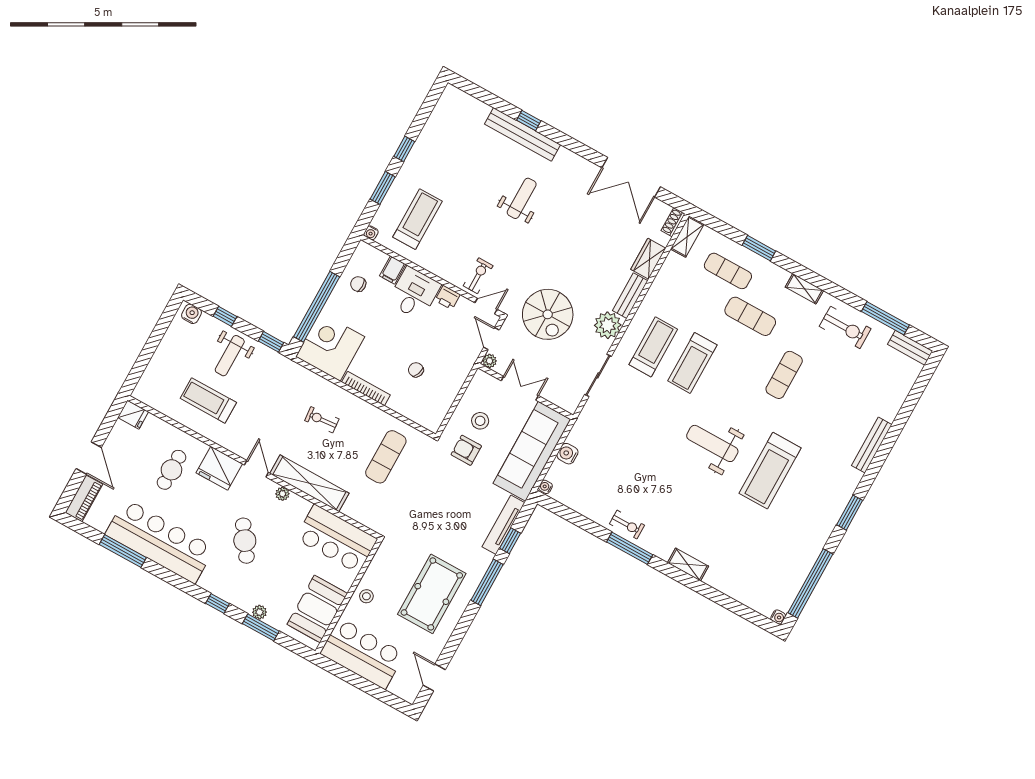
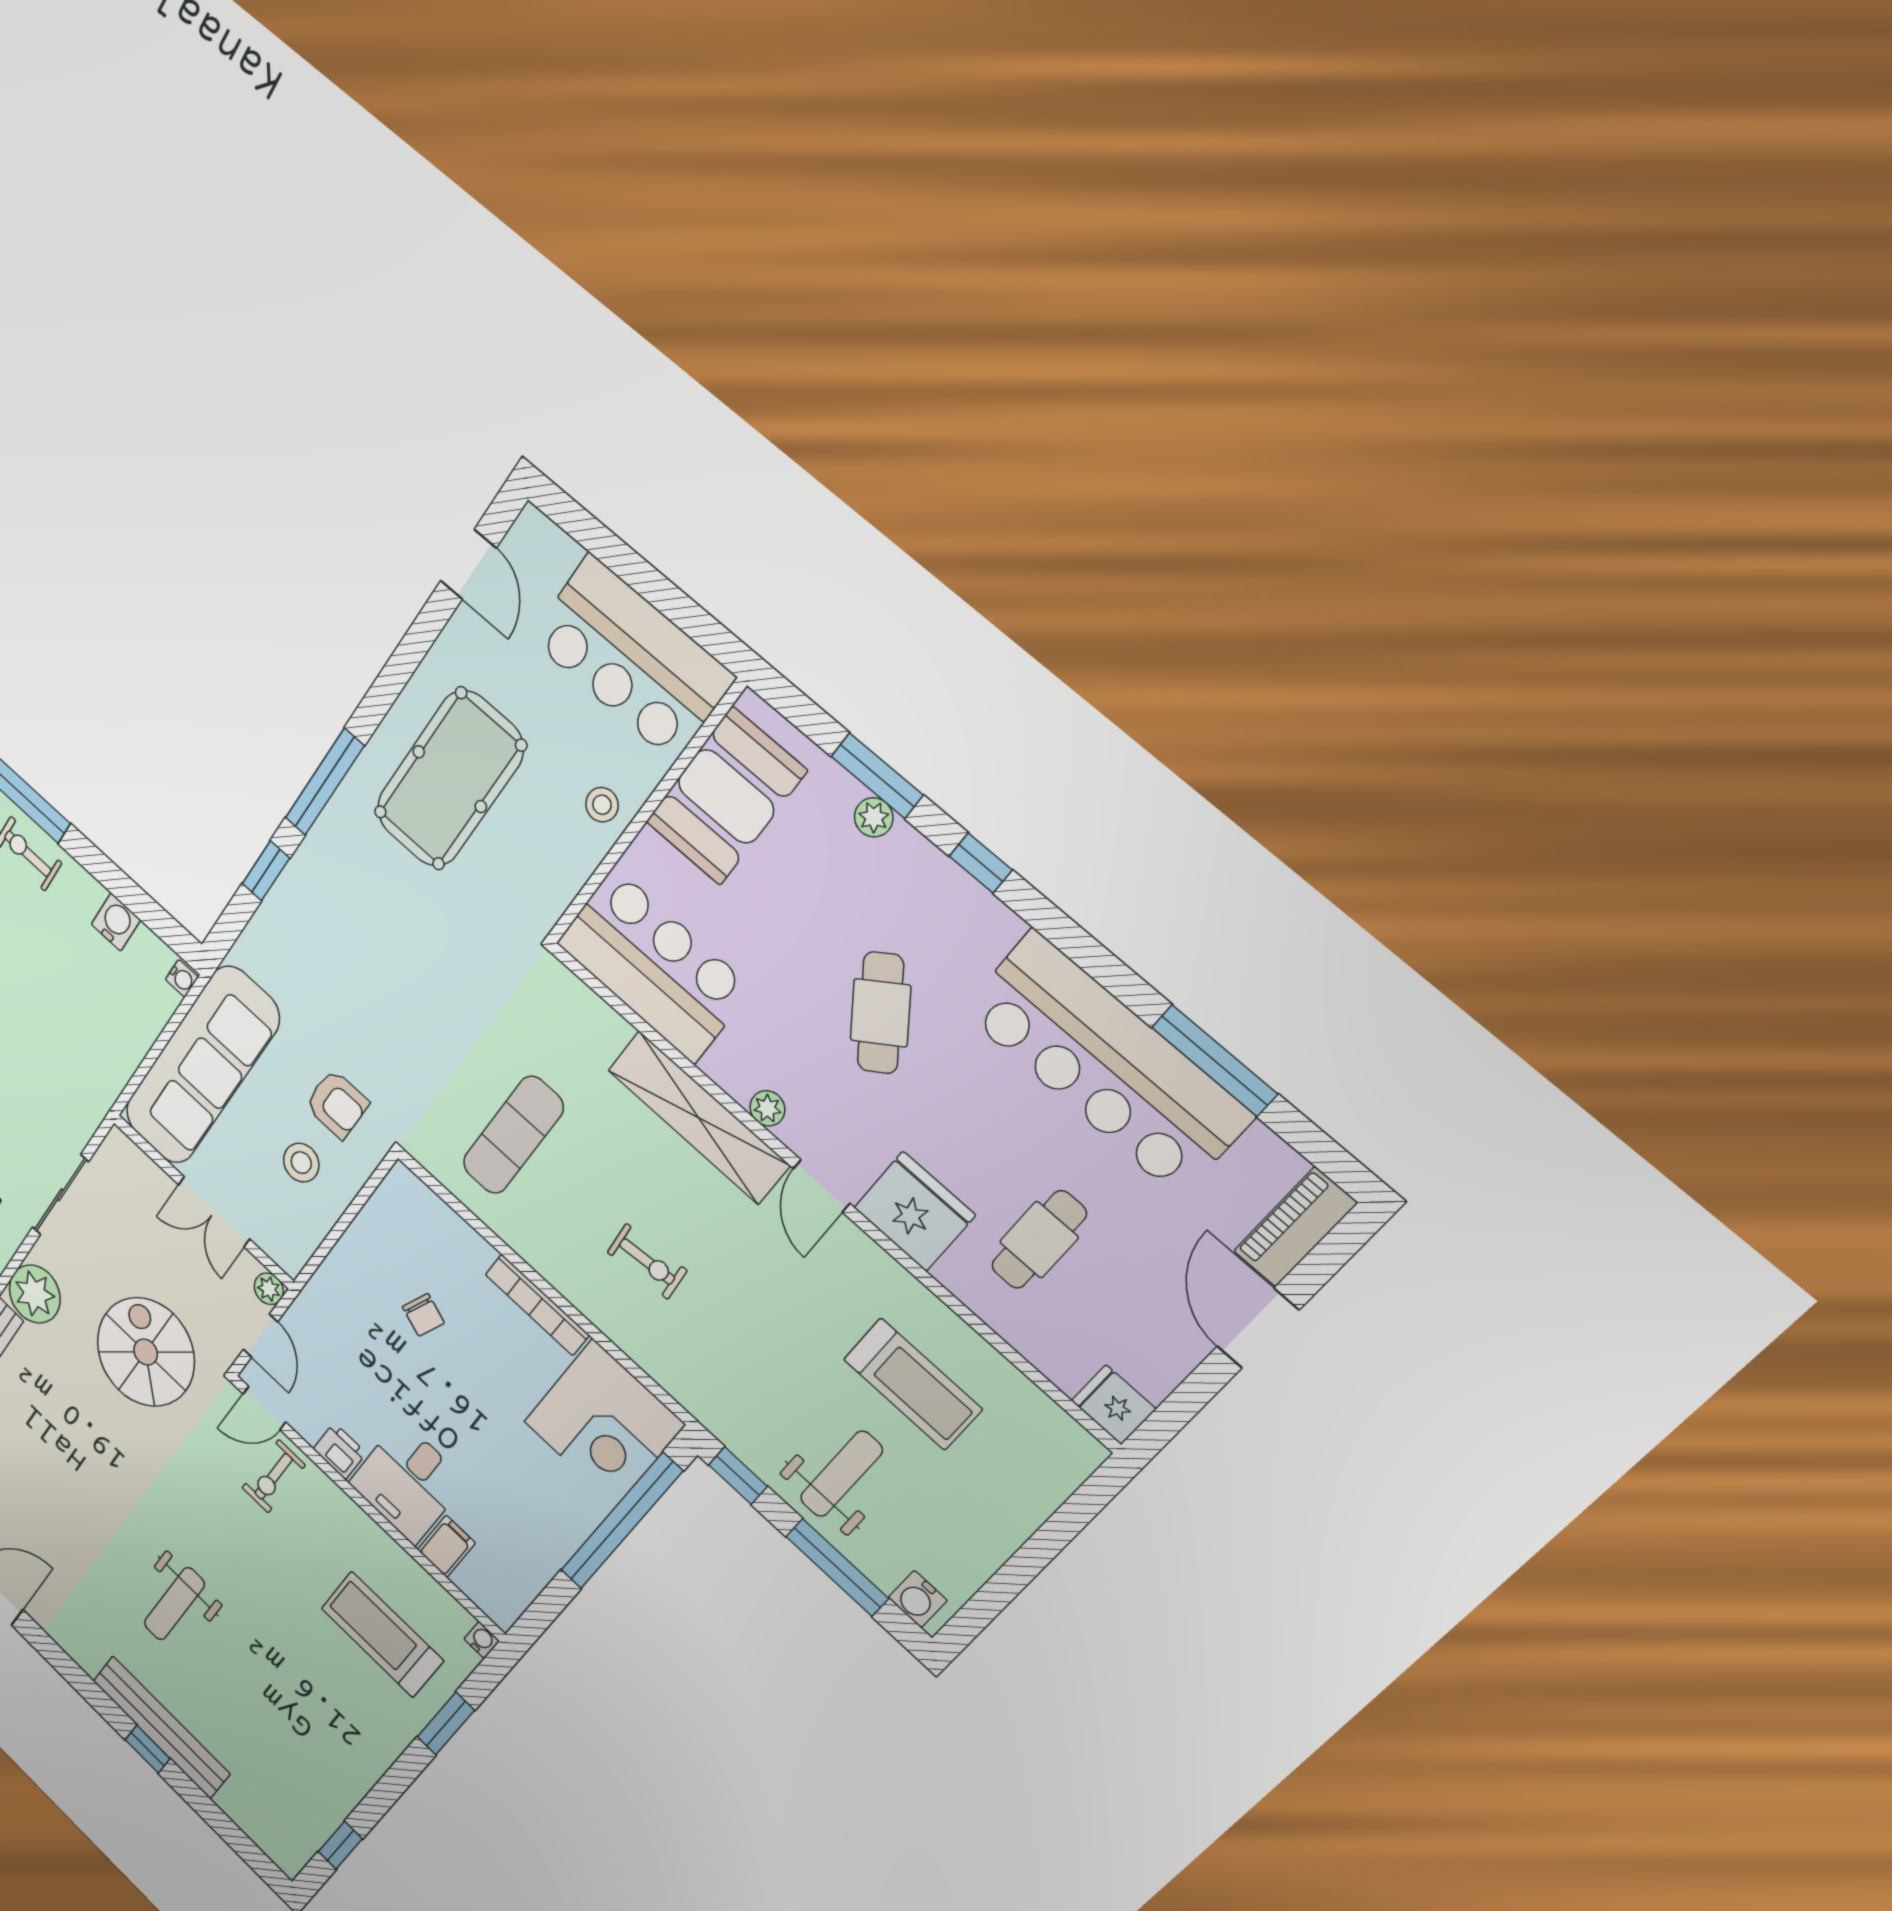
window: (404, 149) -> (340, 1845), moved
treadmill: (418, 219) -> (382, 1634), turned 90
chair: (358, 284) -> (523, 1541), removed
window: (225, 316) -> (837, 1567), width x2.17
water cooler: (567, 454) -> (116, 922), moved, turned -90
tv unit: (503, 525) -> (276, 912), removed

